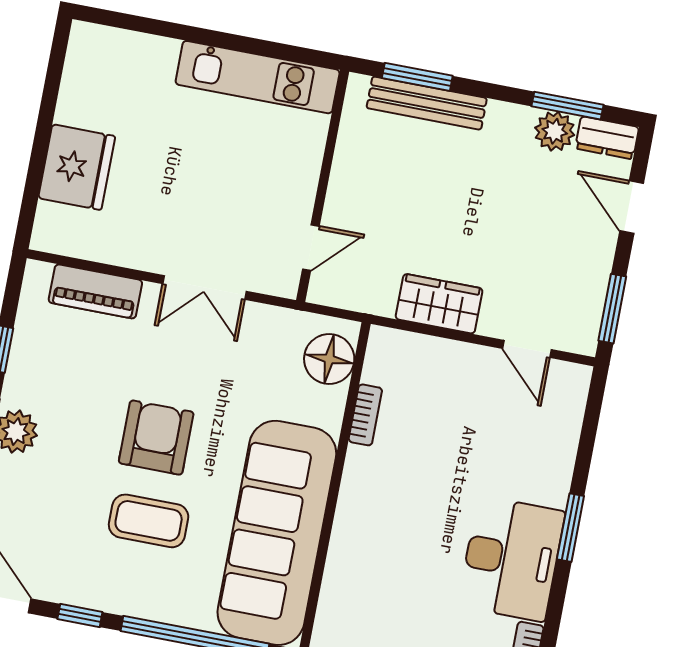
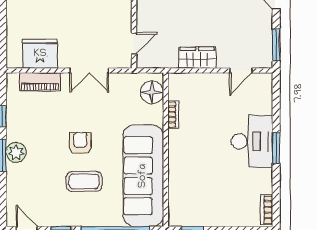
fridge: (77, 167) -> (40, 54), moved, turned -90
door: (527, 349) -> (241, 71), hinge flipped
armchair: (156, 438) -> (80, 143), width x0.72, depth x0.72
desk: (511, 559) -> (252, 141), moved

